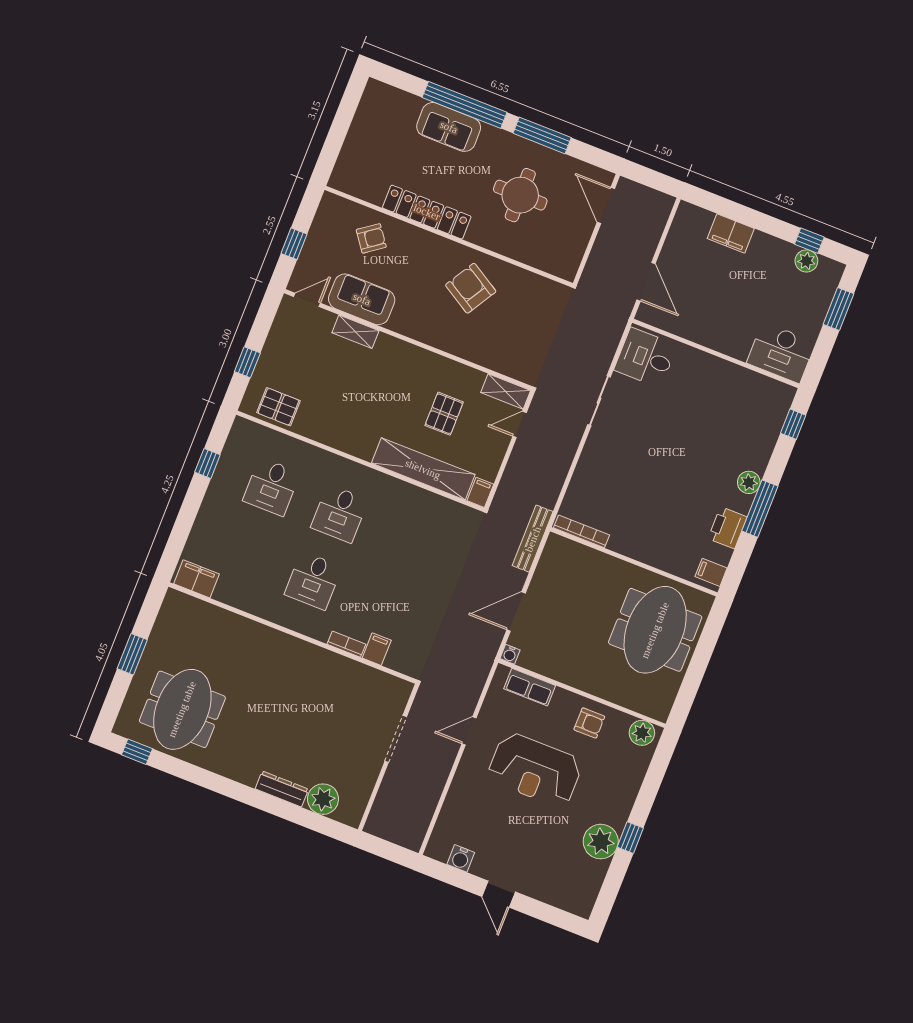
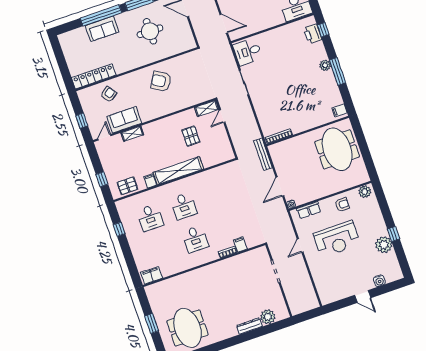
locker: (427, 212) -> (94, 76), moved
shelving: (423, 469) -> (178, 171), moved
filing cabinet: (480, 492) -> (150, 181), moved
printer: (728, 528) -> (313, 34), moved
water cooler: (461, 858) -> (379, 281), moved

